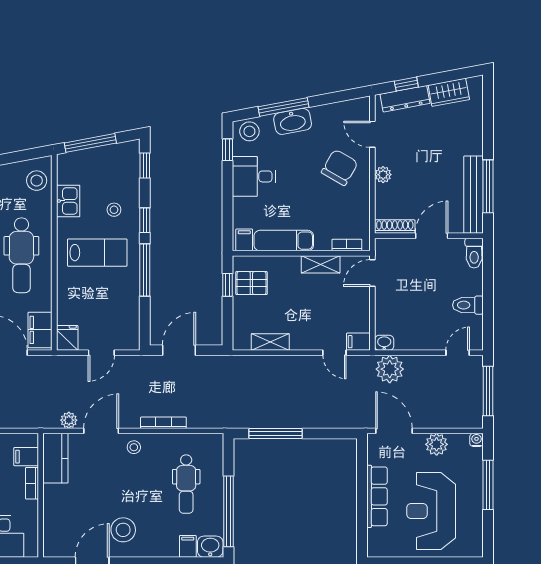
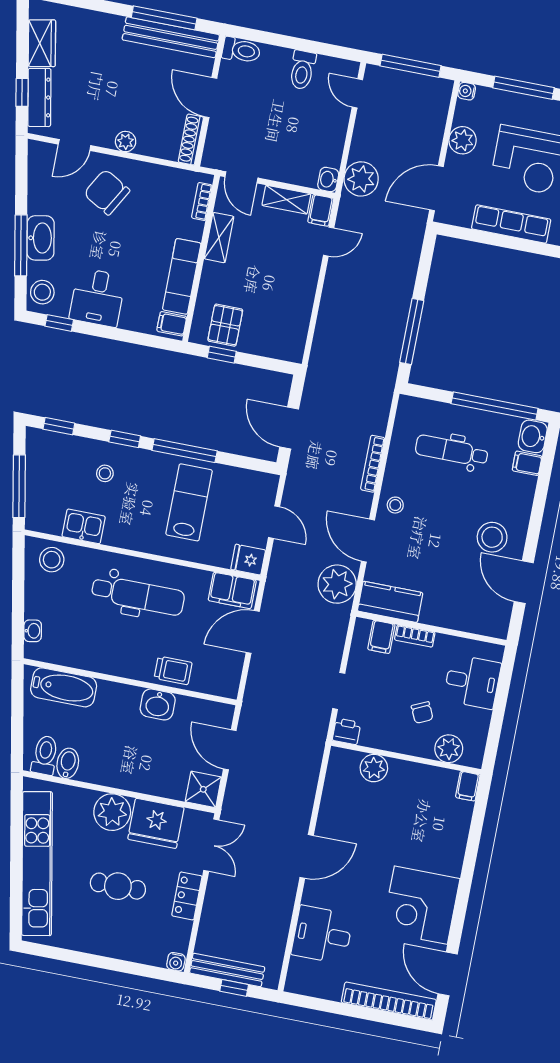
lab bench: (97, 253) -> (189, 502), moved
shelving: (270, 342) -> (286, 200), moved, turned 90
plant: (69, 420) -> (337, 584), width x1.88, depth x1.88
dental chair: (186, 484) -> (452, 451), turned 180

